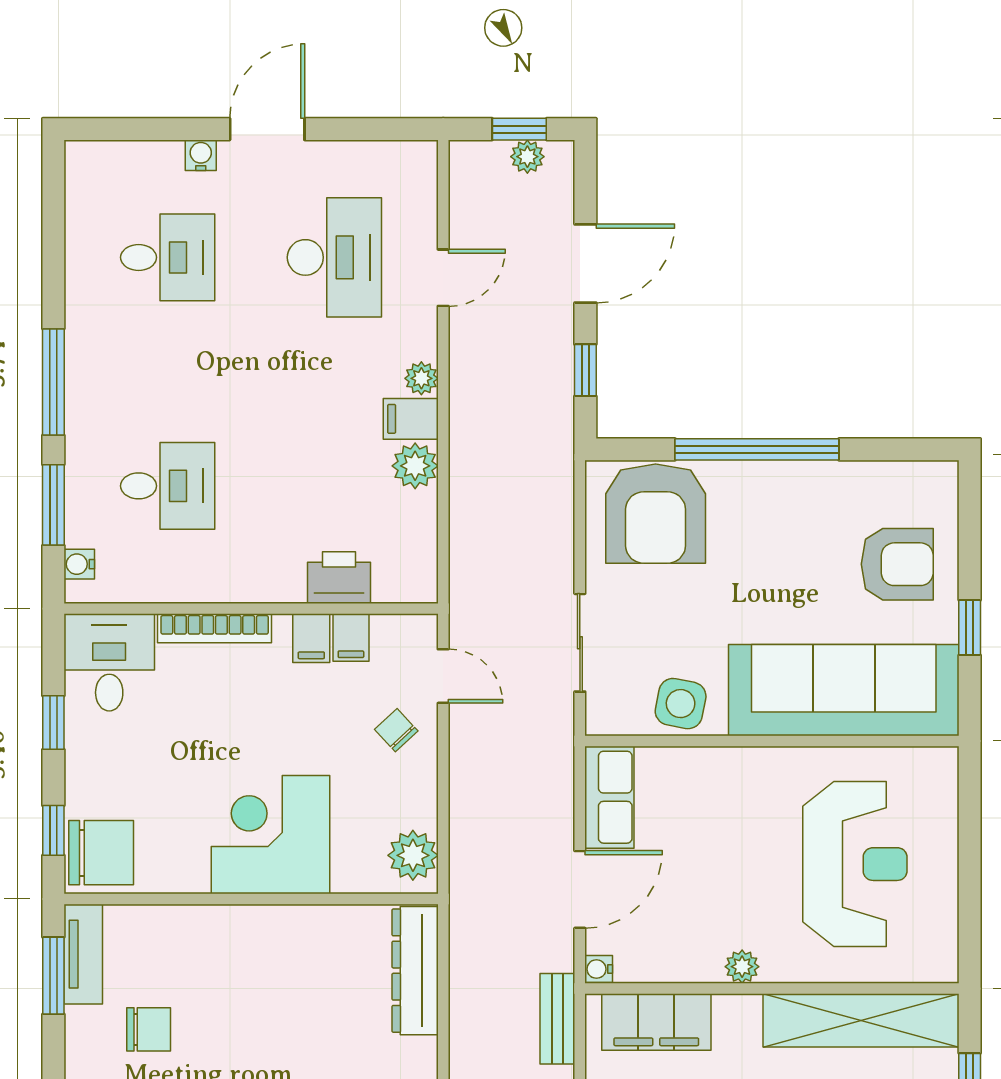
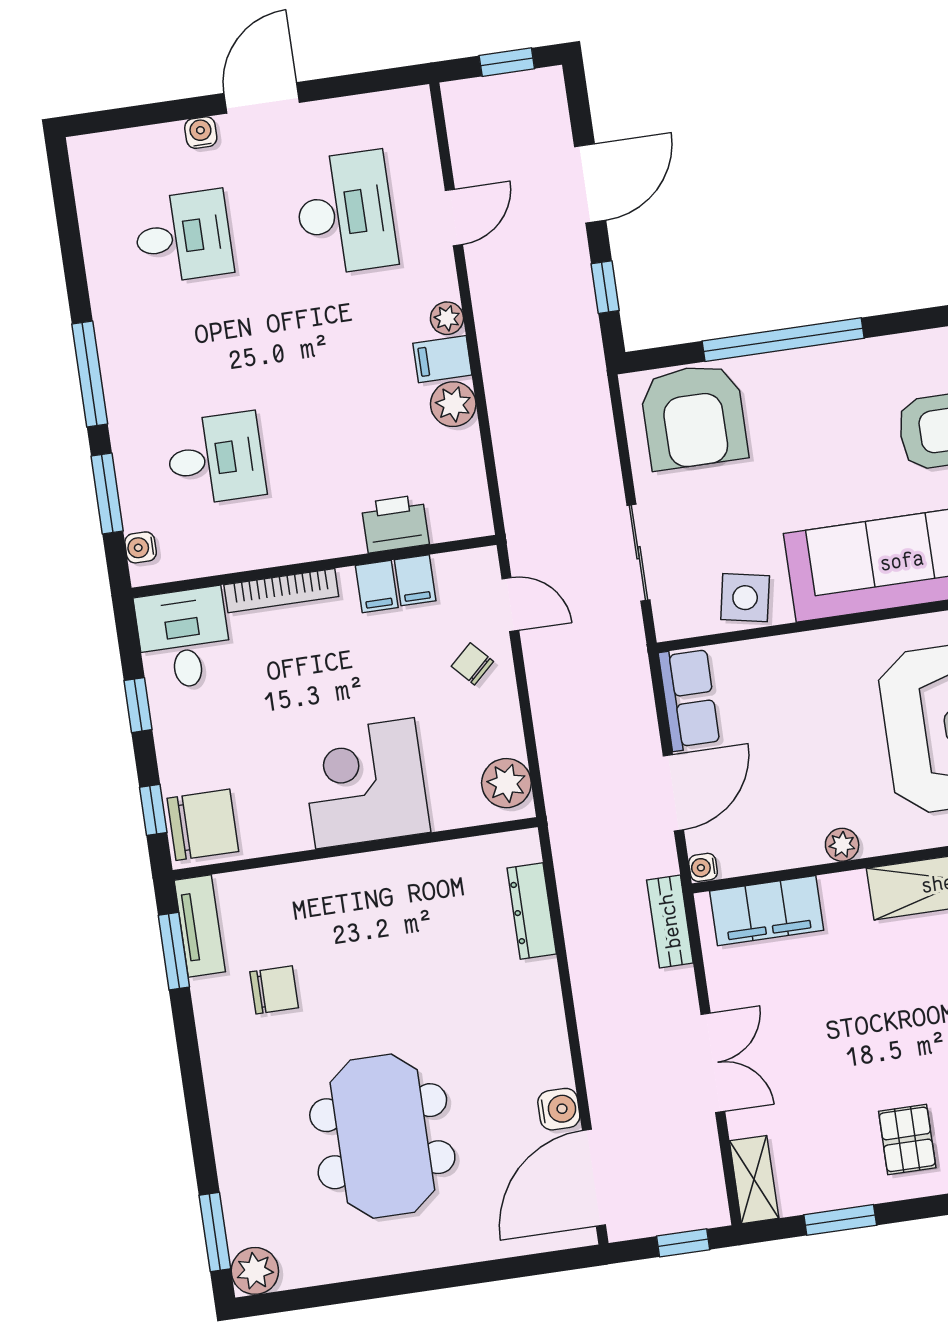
plant: (527, 157) -> (518, 88), removed
dresser: (415, 971) -> (532, 911), width x0.73, depth x0.80

